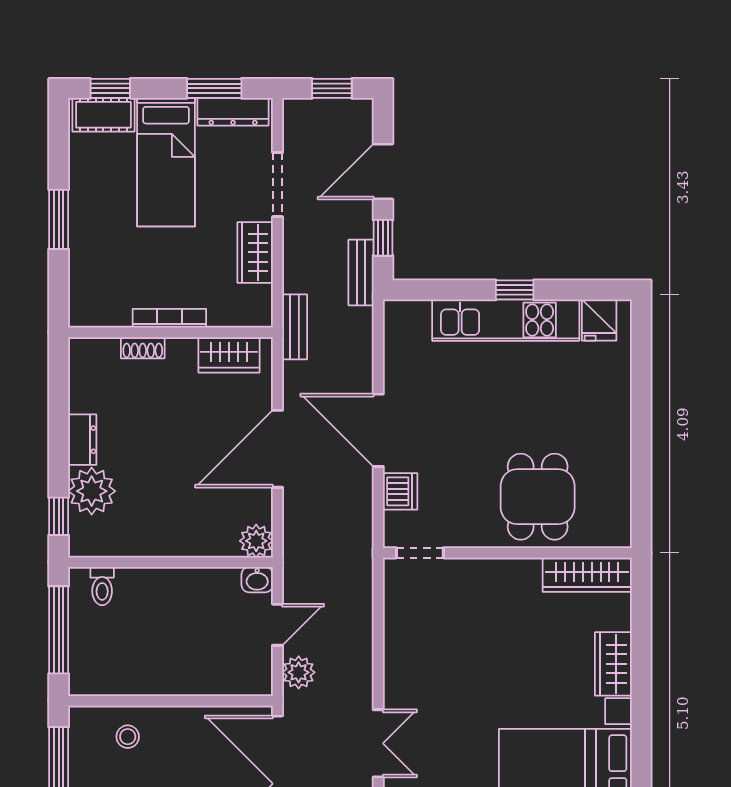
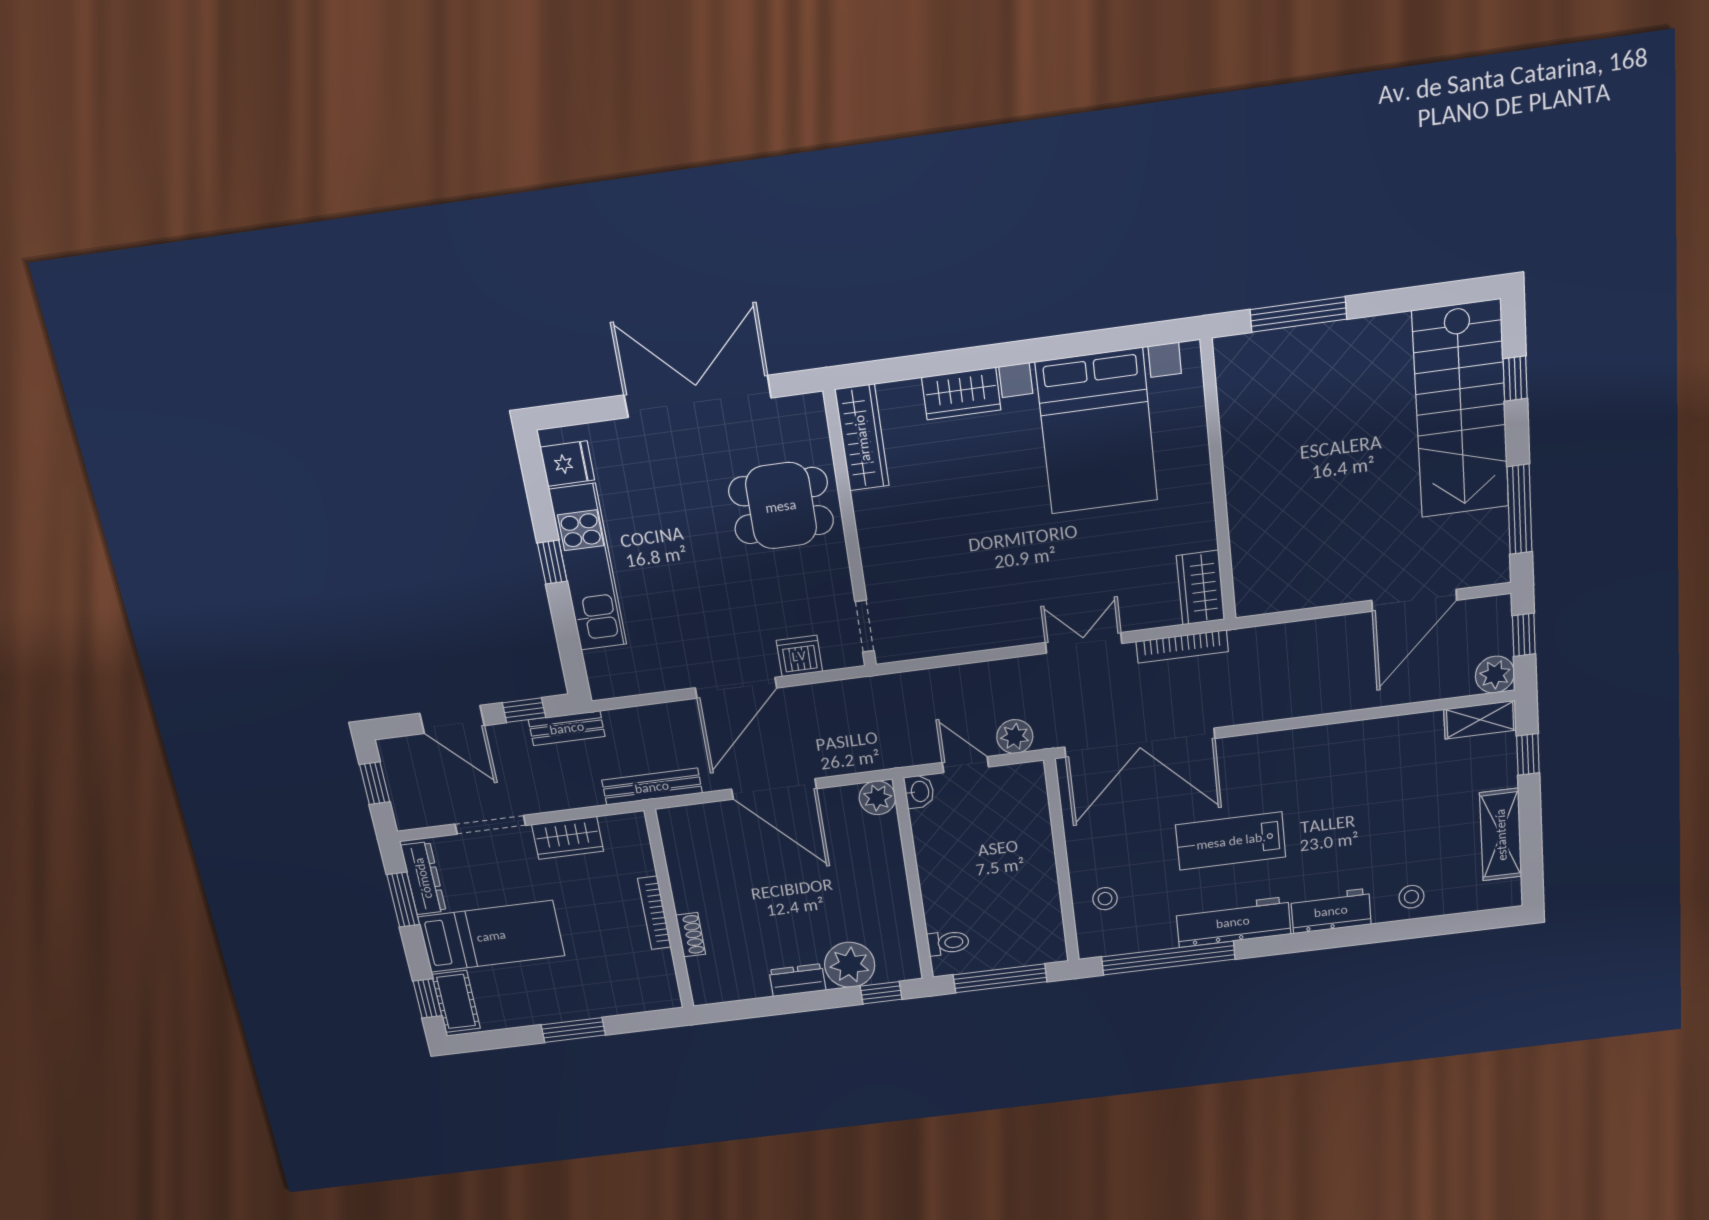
bench: (295, 327) -> (652, 787), width x1.36
wardrobe: (229, 355) -> (682, 850), removed
double door: (641, 441) -> (698, 396), added

